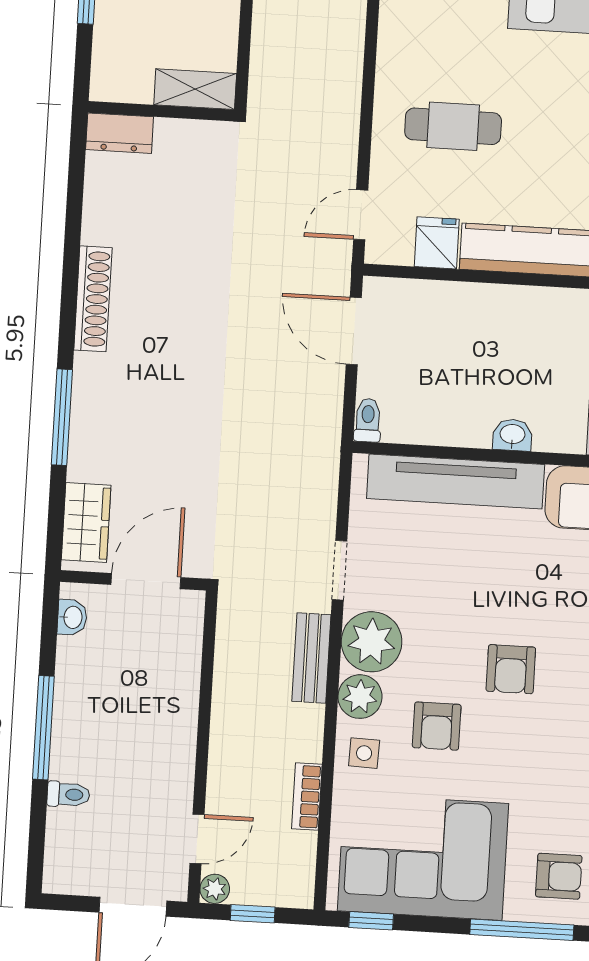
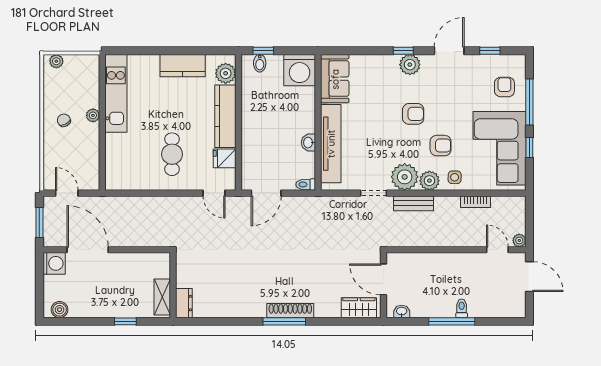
shelving: (195, 89) -> (162, 297), moved
shoe rack: (93, 299) -> (290, 311), moved
window: (62, 417) -> (284, 321), moved
washbasin: (512, 435) -> (308, 143), moved
toilet: (68, 794) -> (462, 308), moved
window: (253, 914) -> (529, 223), removed
window: (371, 921) -> (529, 148), moved

